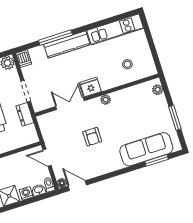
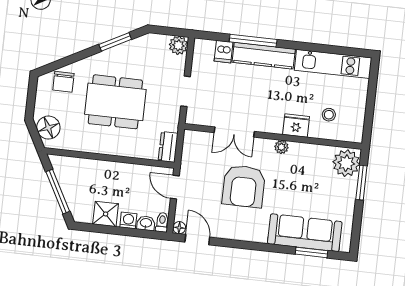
dishwasher: (24, 59) -> (224, 52), moved
fridge: (91, 87) -> (296, 126), moved
plant: (158, 90) -> (346, 163), width x1.87, depth x1.87
double door: (70, 104) -> (234, 132), swing flipped
dresser: (25, 114) -> (168, 147), moved
window: (175, 118) -> (361, 183), moved
armchair: (92, 137) -> (244, 186), width x1.88, depth x1.88

